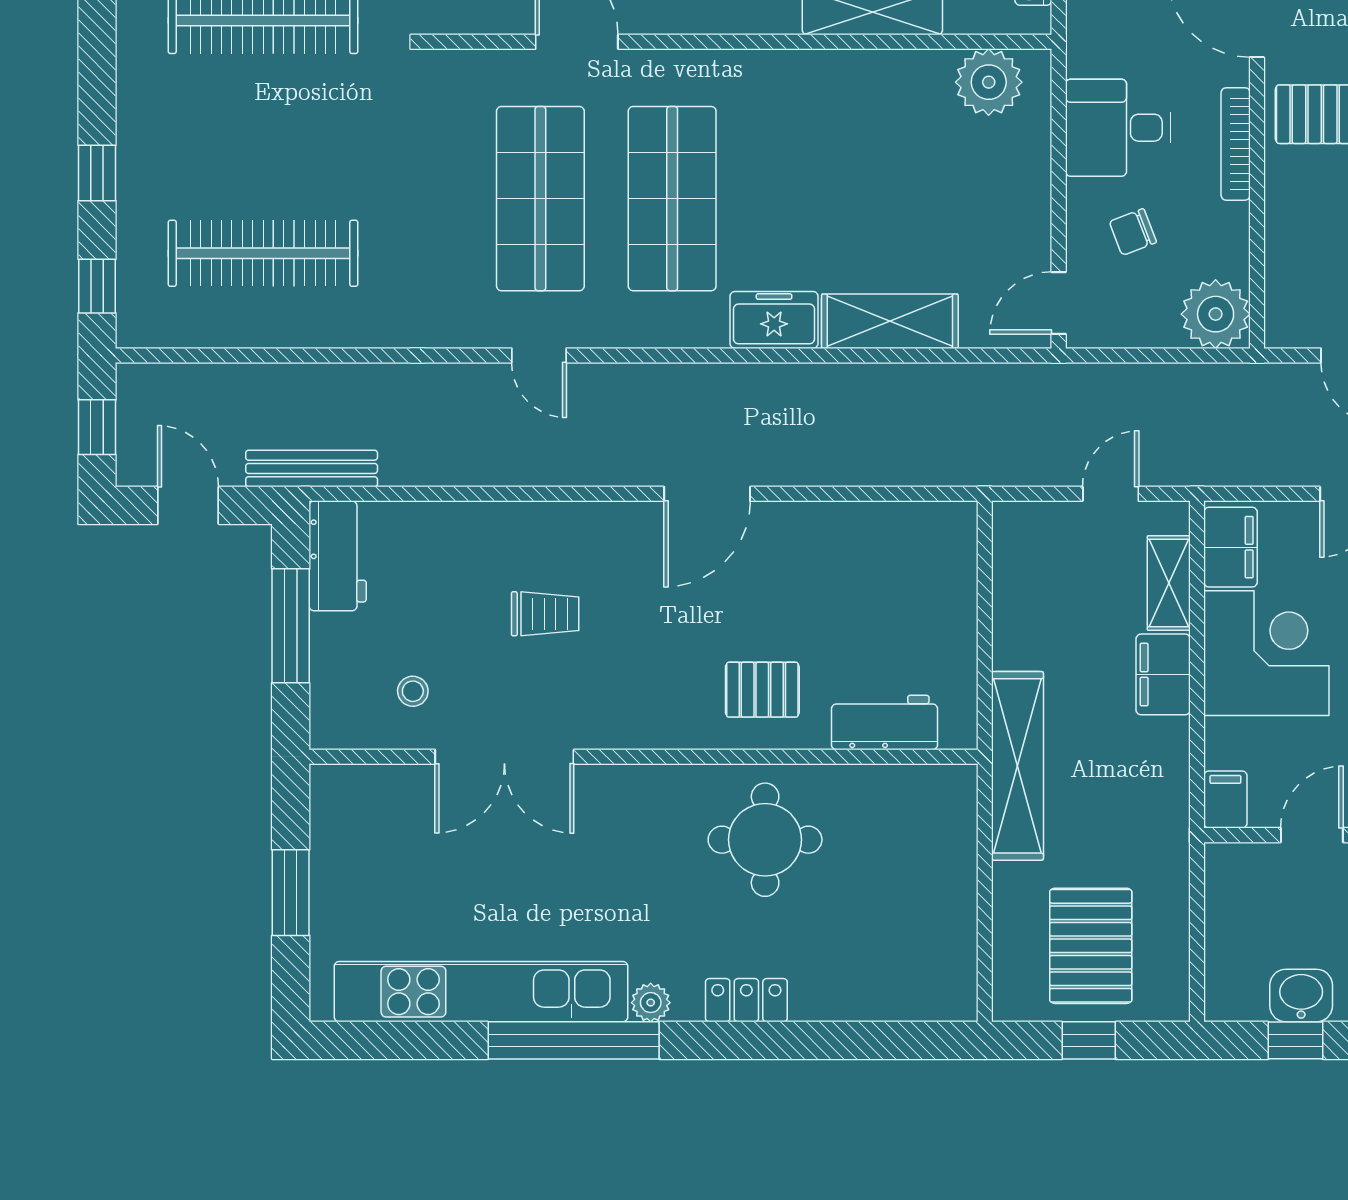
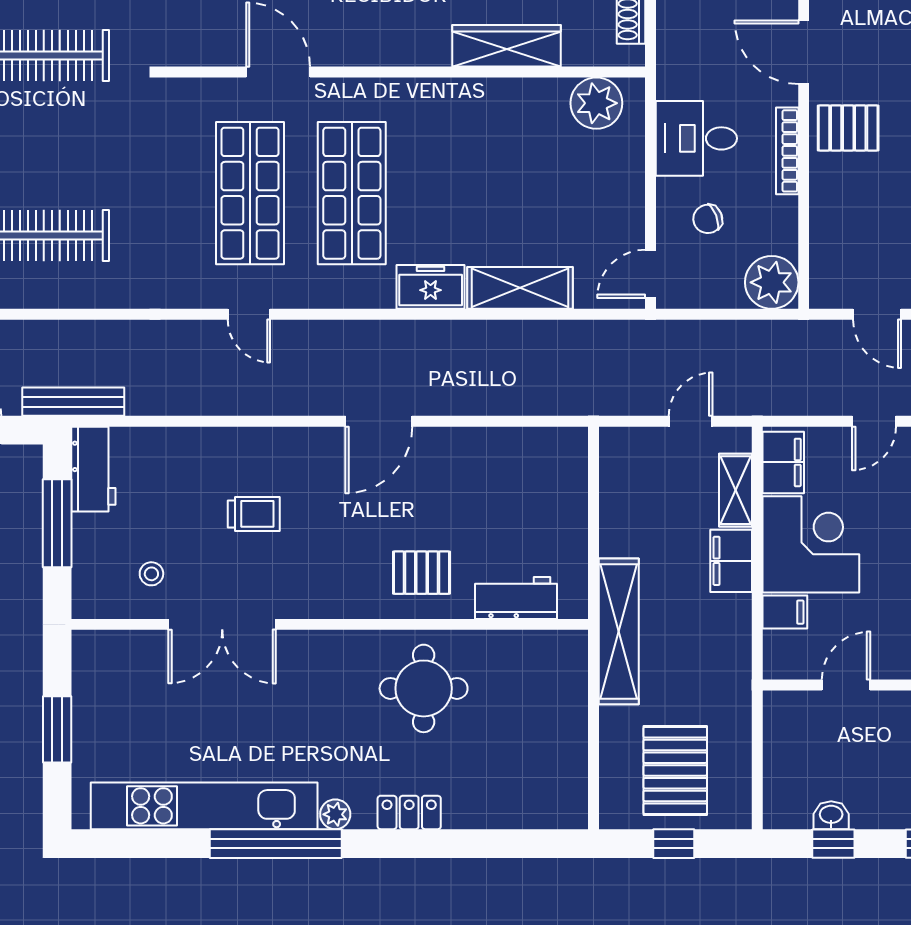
filing cabinet: (1225, 800) -> (785, 612), moved, turned 90
washbasin: (1301, 996) -> (831, 815), width x0.72, depth x0.69

